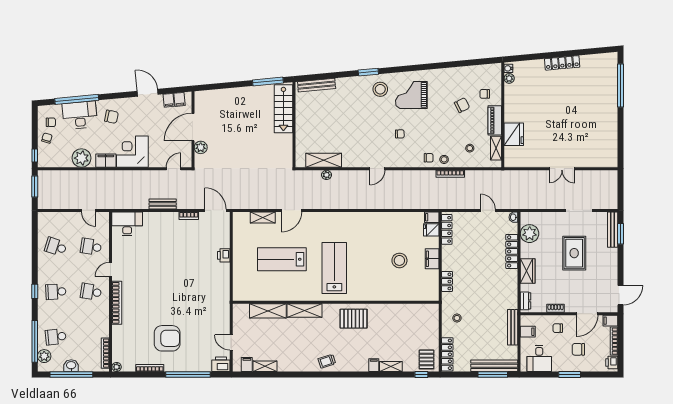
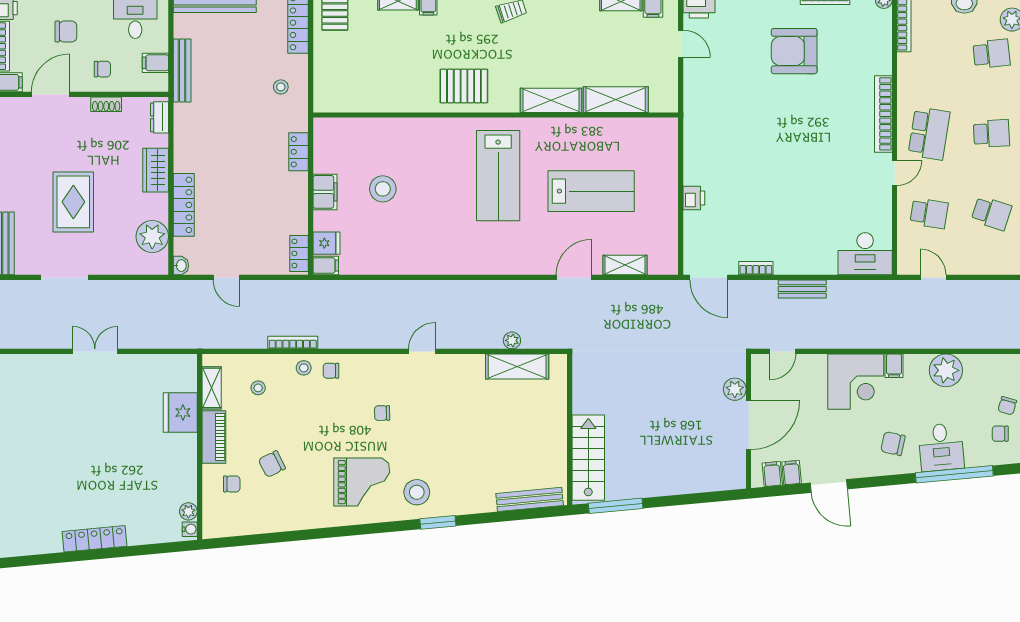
desk: (80, 115) -> (941, 447), width x0.73
filing cabinet: (106, 161) -> (894, 366), width x0.50
locker: (447, 229) -> (299, 253), width x0.66
school desk: (91, 292) -> (929, 134), width x1.85

